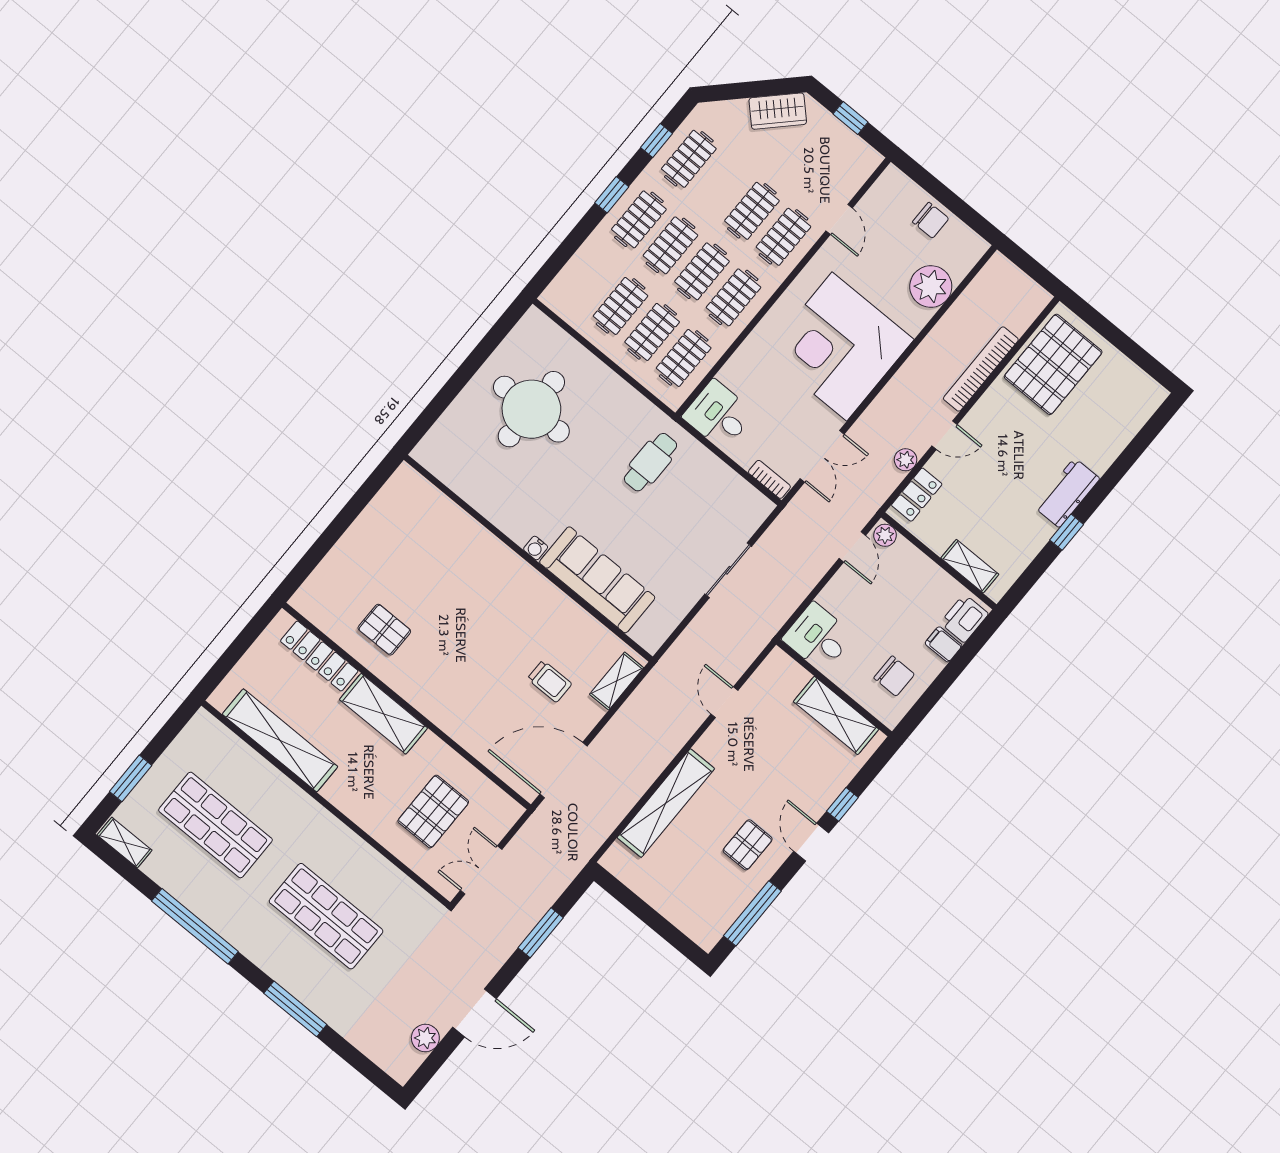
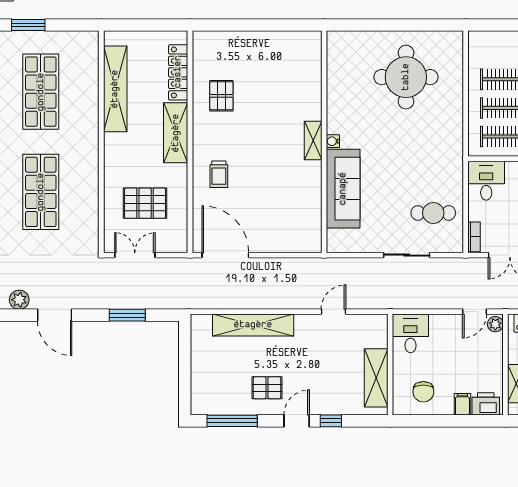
cafe table: (651, 462) -> (433, 213), moved
trolley: (550, 681) -> (219, 174), moved
shelving: (617, 681) -> (313, 141), moved, turned 90

